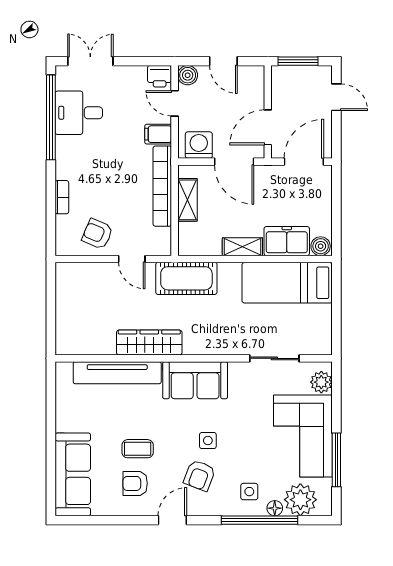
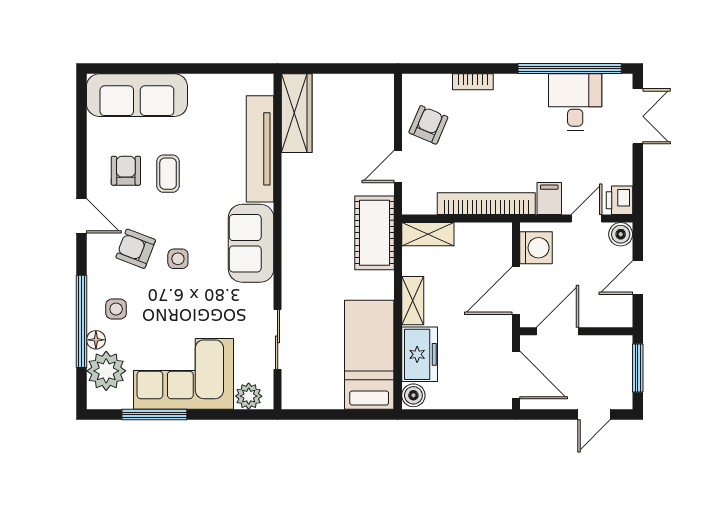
door: (268, 127) -> (557, 331), hinge flipped
shelving: (188, 200) -> (428, 234), moved
wardrobe: (149, 343) -> (297, 113), moved

